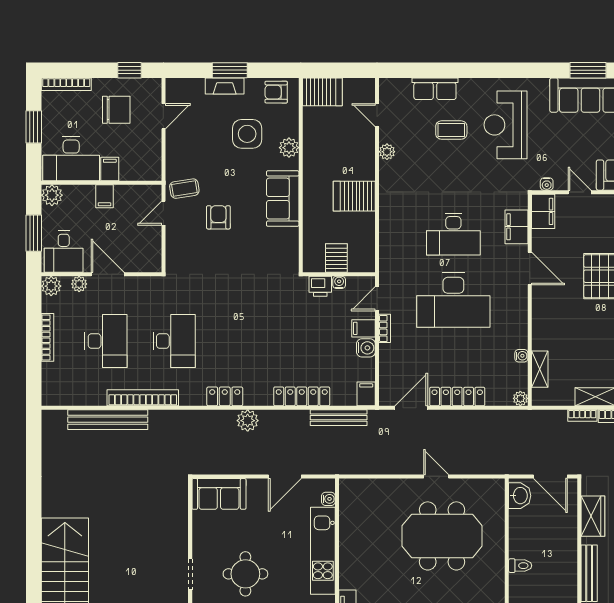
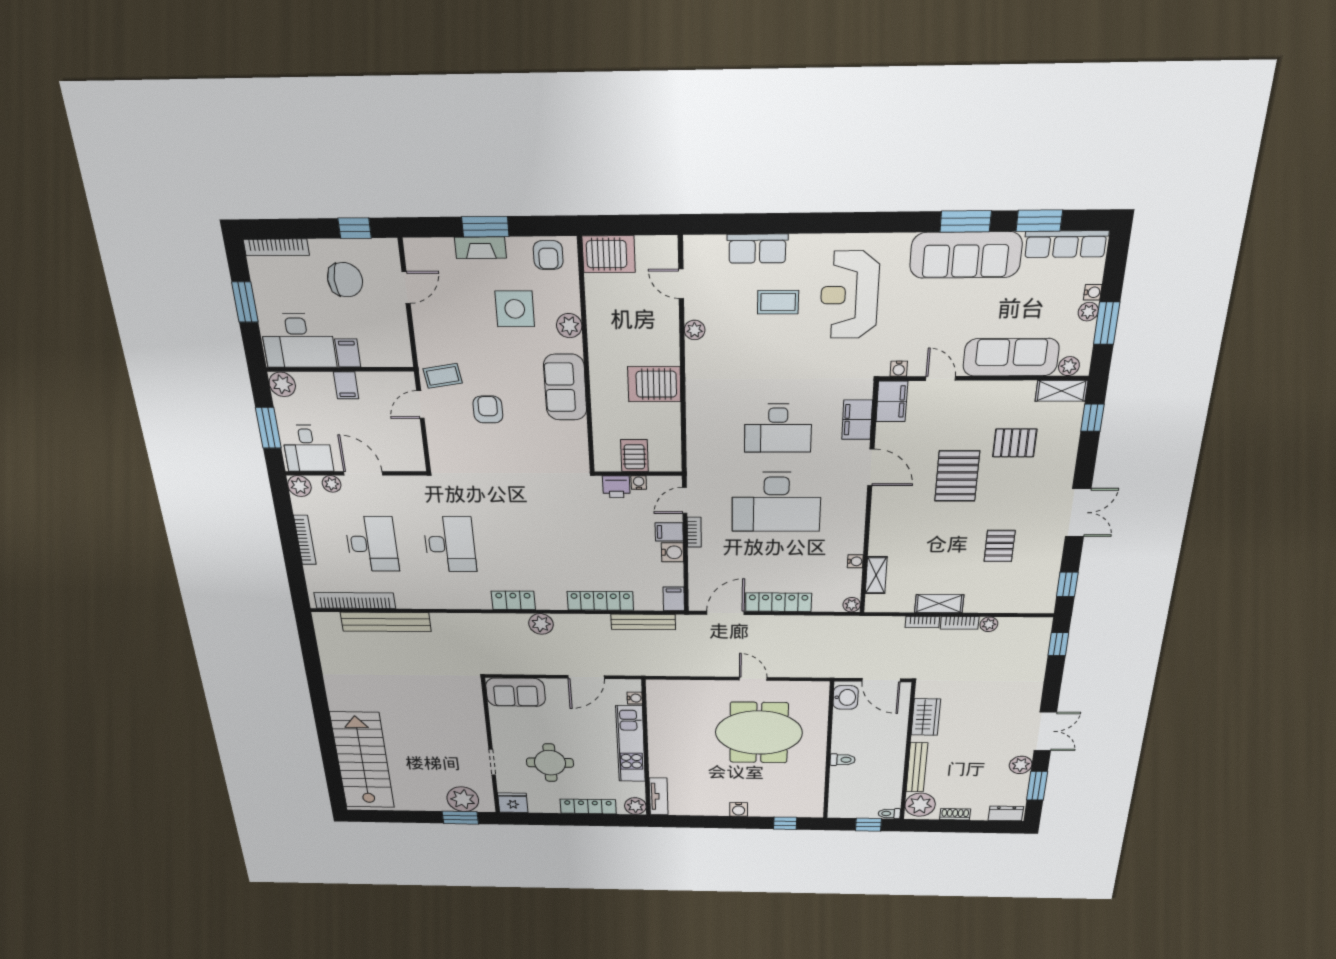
armchair: (276, 92) -> (548, 255), turned -90
bookcase: (143, 398) -> (355, 601), moved

